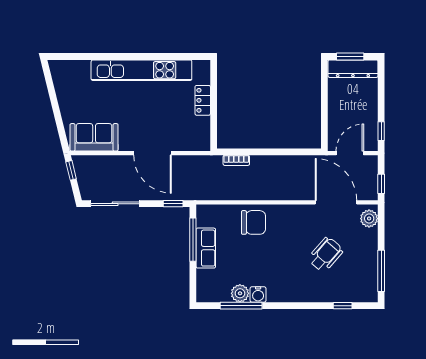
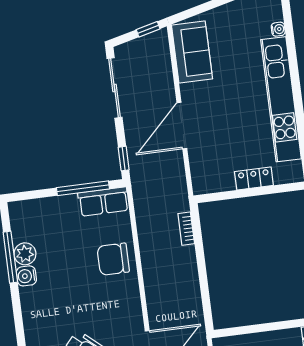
water cooler: (85, 65) -> (278, 29), added
chair: (253, 222) -> (113, 259), turned 90
row of seats: (206, 248) -> (103, 202), moved

